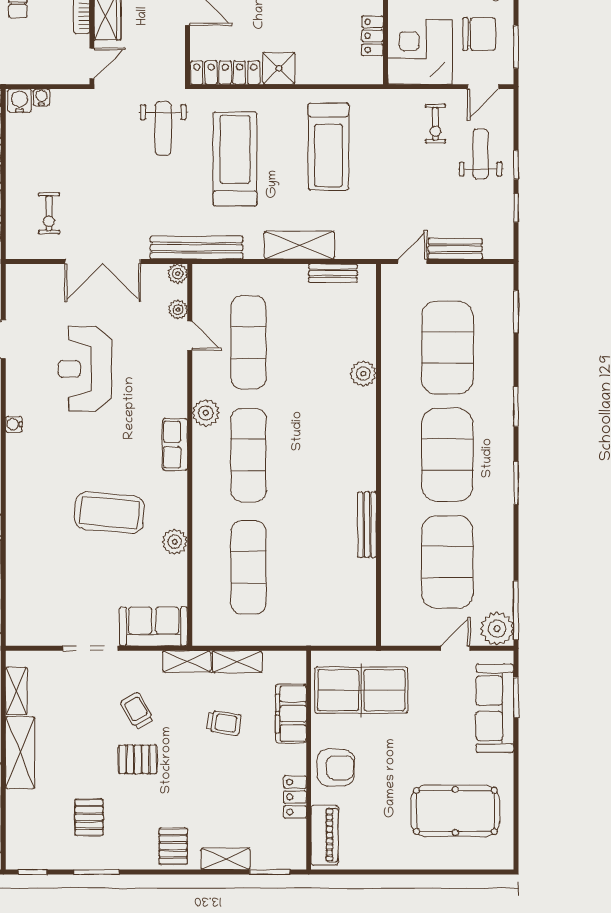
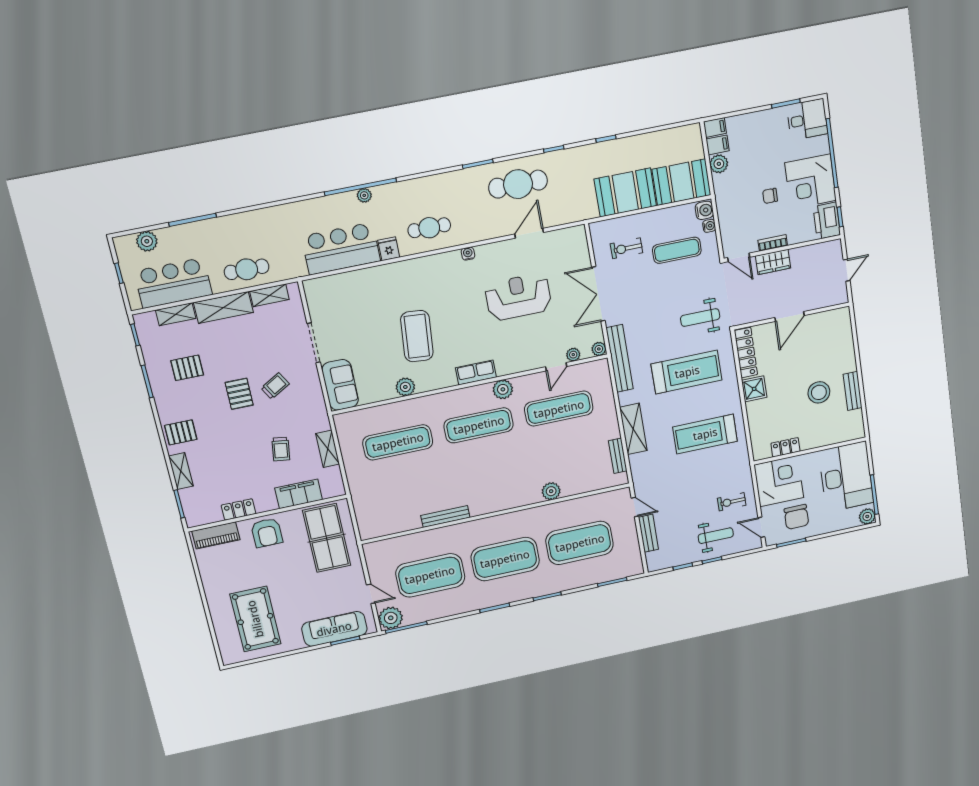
exercise mat: (65, 146) -> (677, 250), added
shelving: (187, 661) -> (176, 314), moved, turned 90

